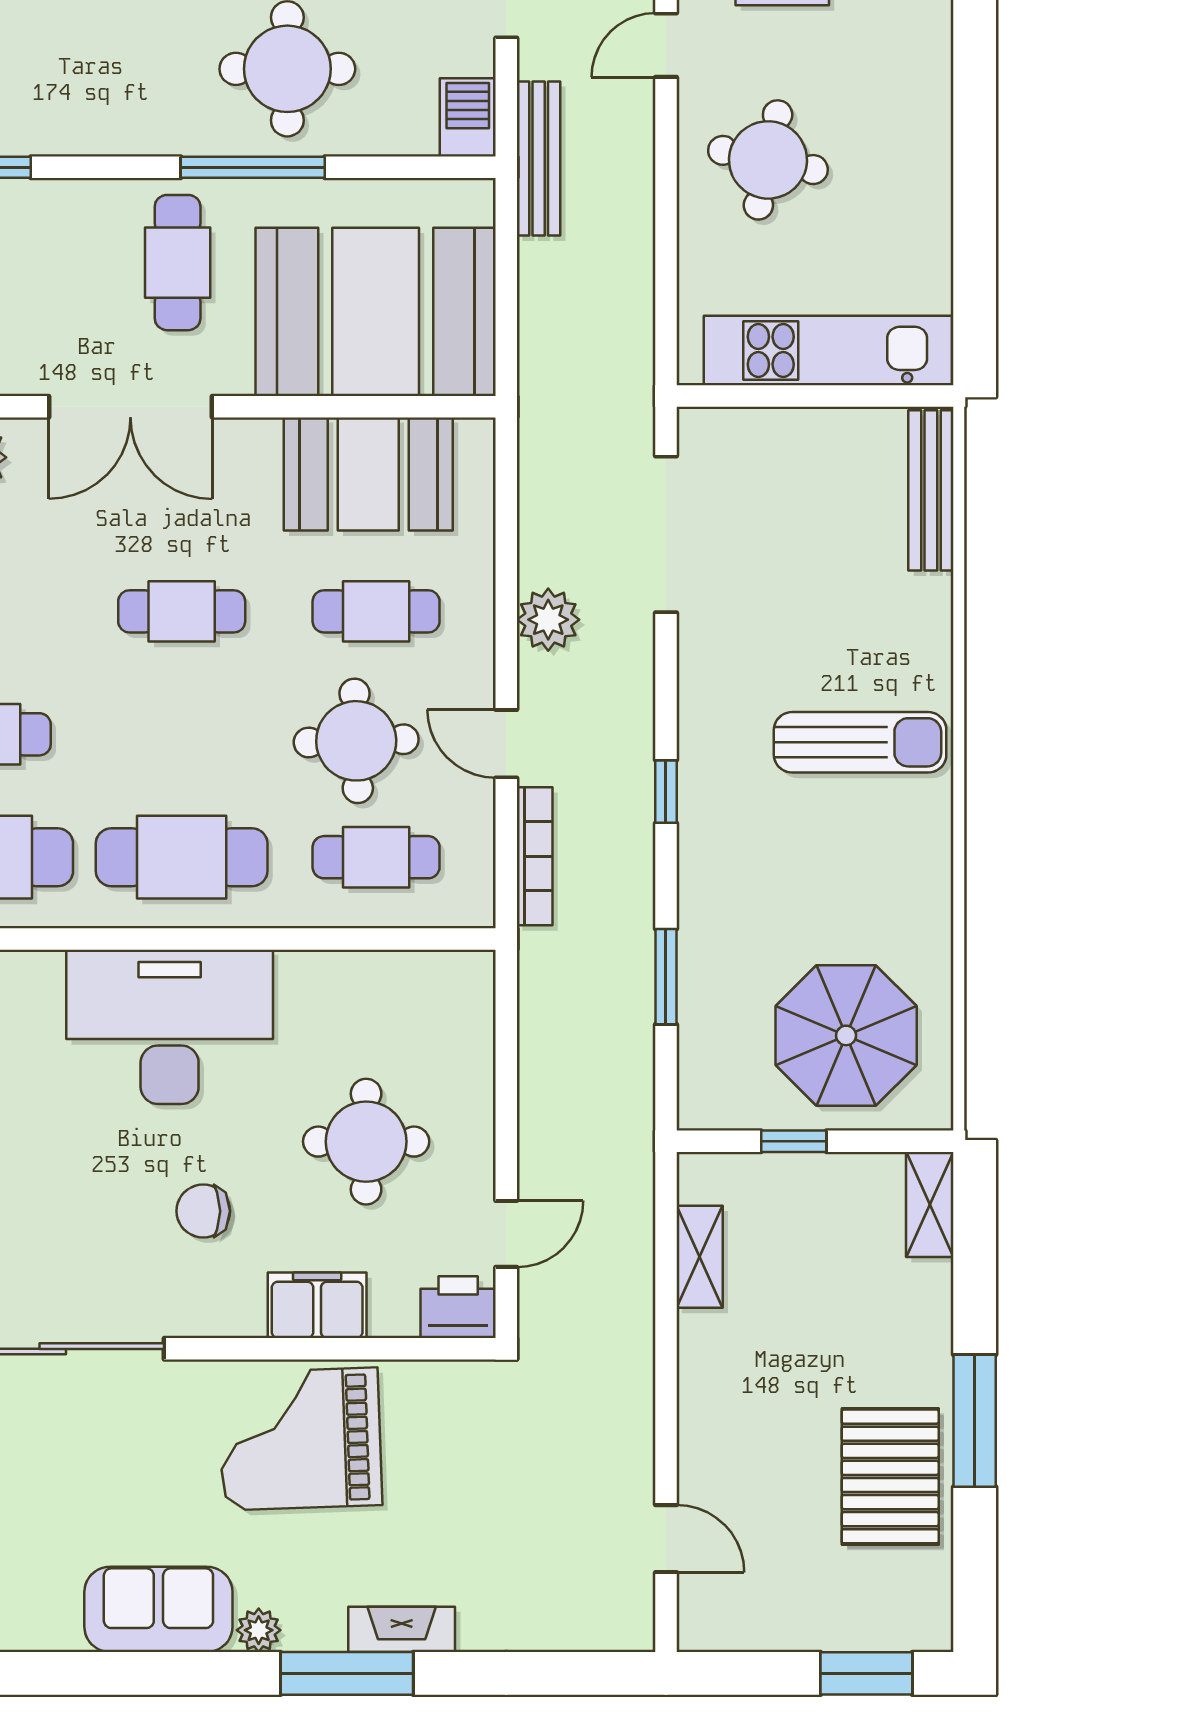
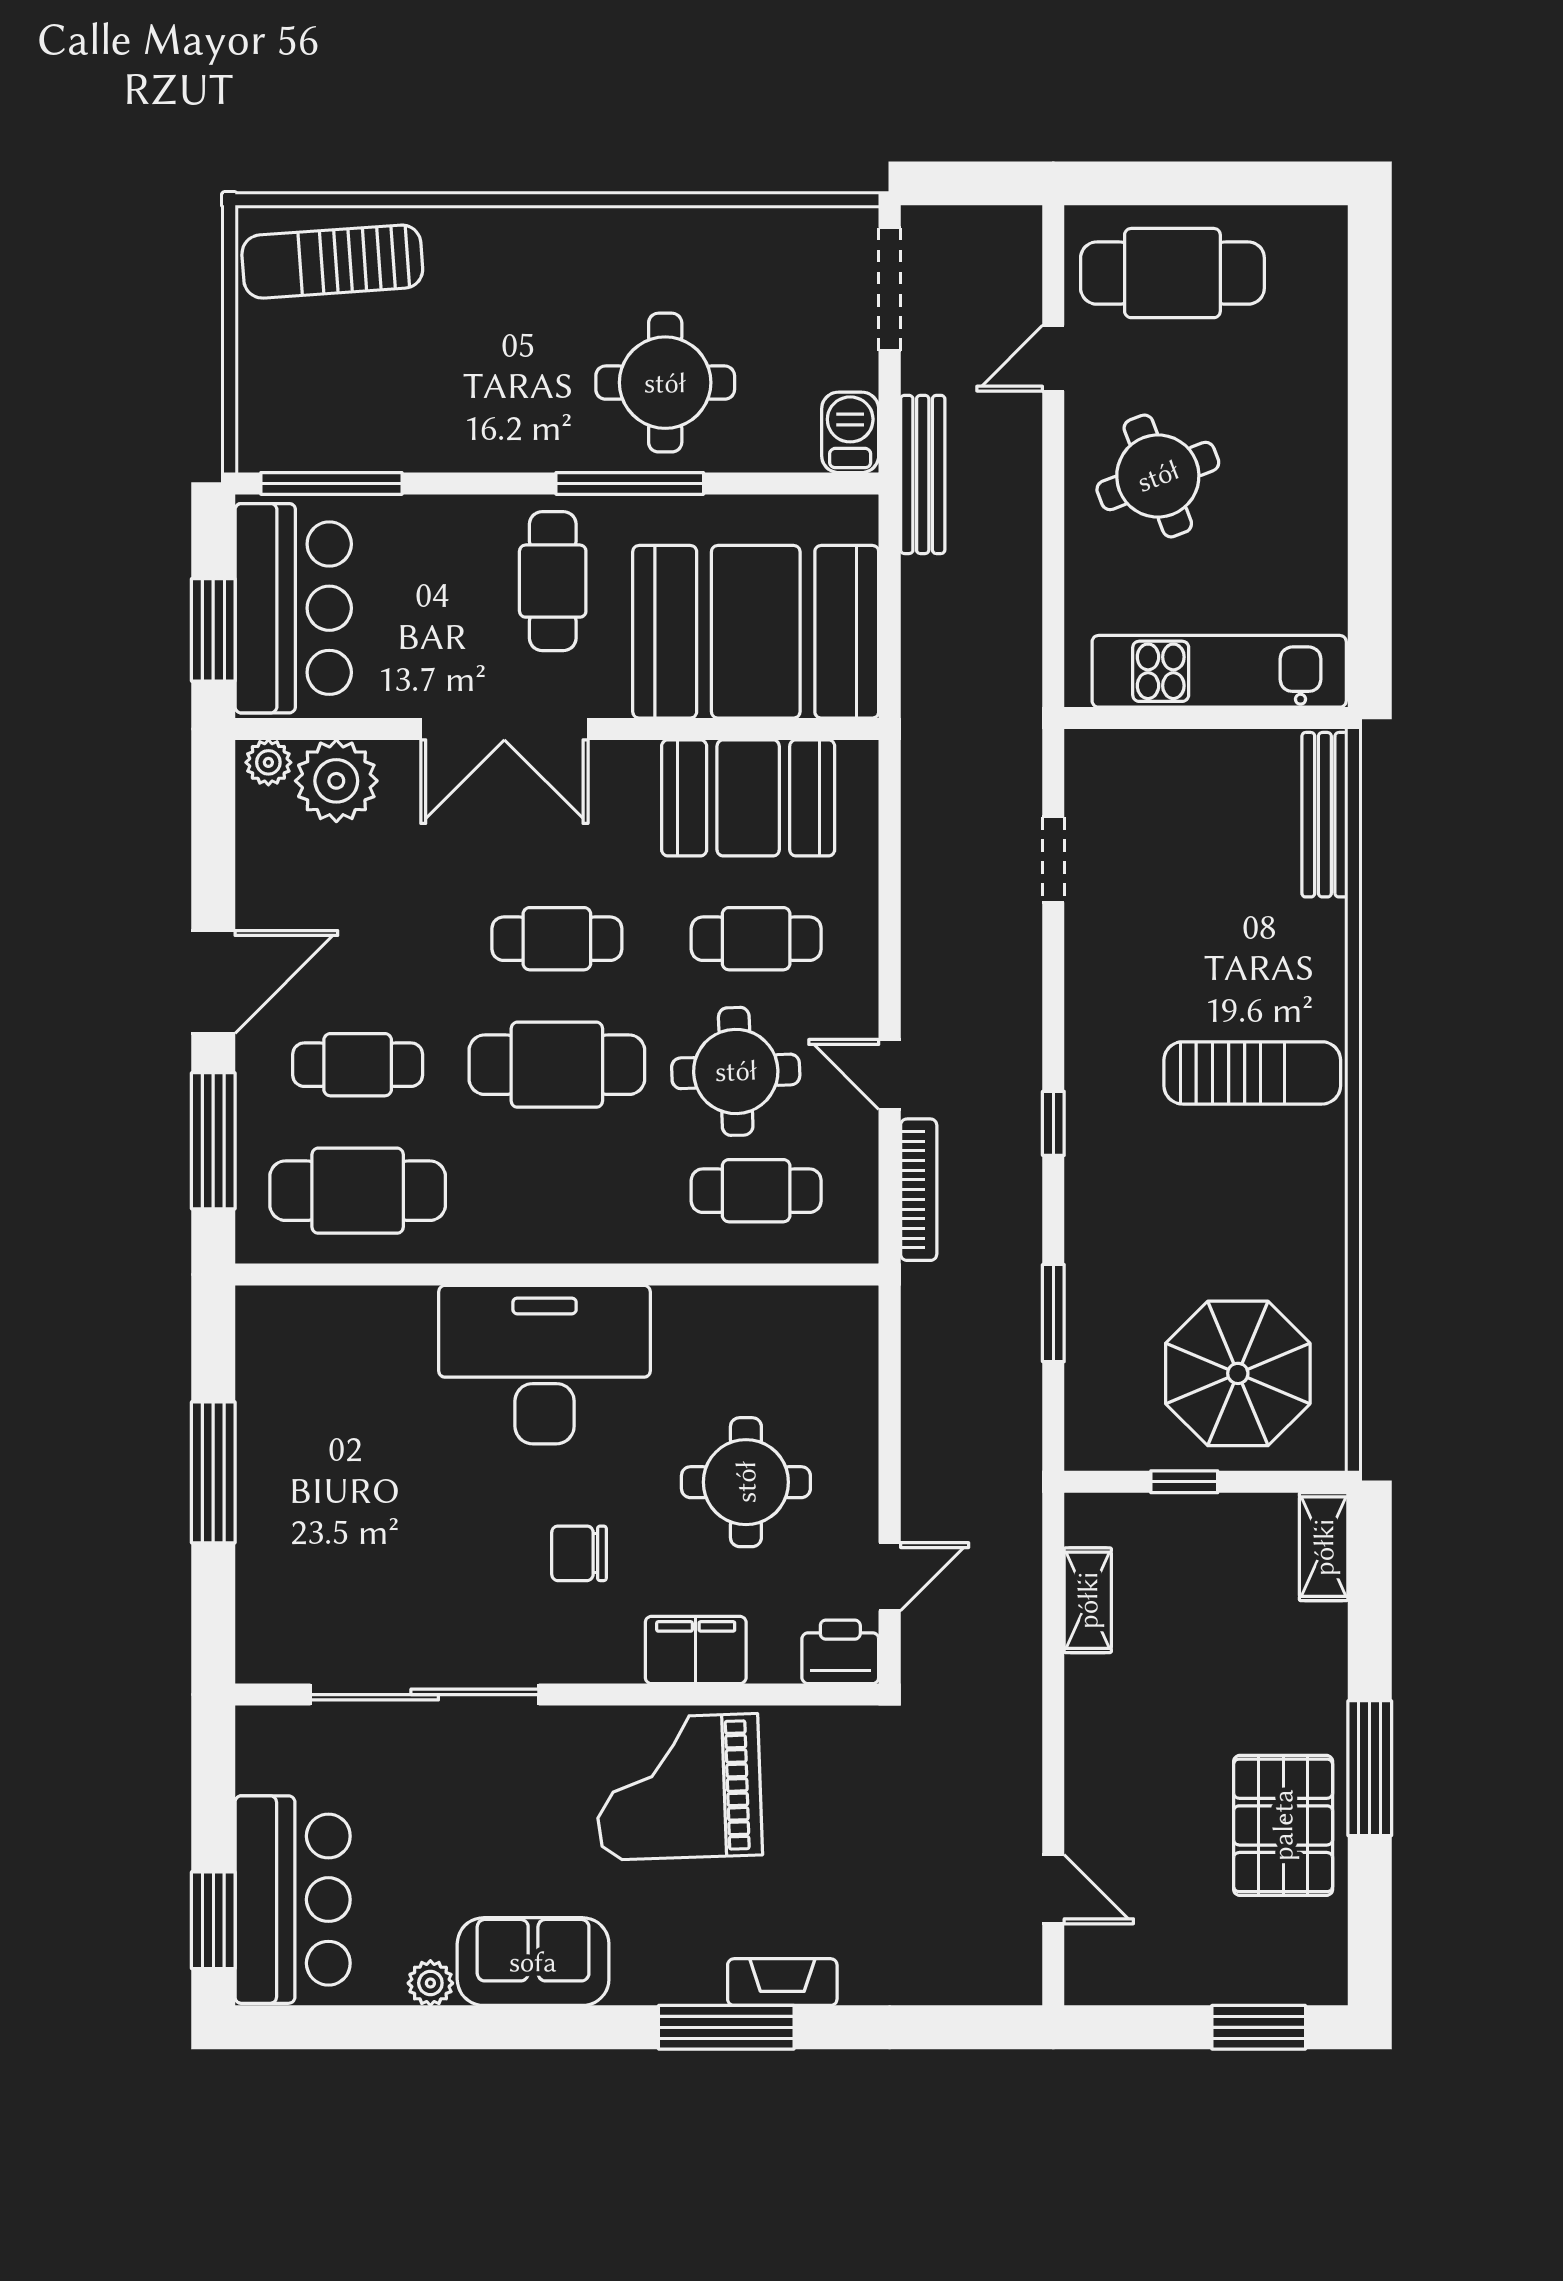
round table: (768, 160) -> (1158, 476), turned -33
doorway: (666, 534) -> (1053, 860), width x0.53
plant: (548, 620) -> (933, 947), removed
cafe table: (182, 857) -> (557, 1065), moved
plant: (259, 1630) -> (430, 1983), moved

